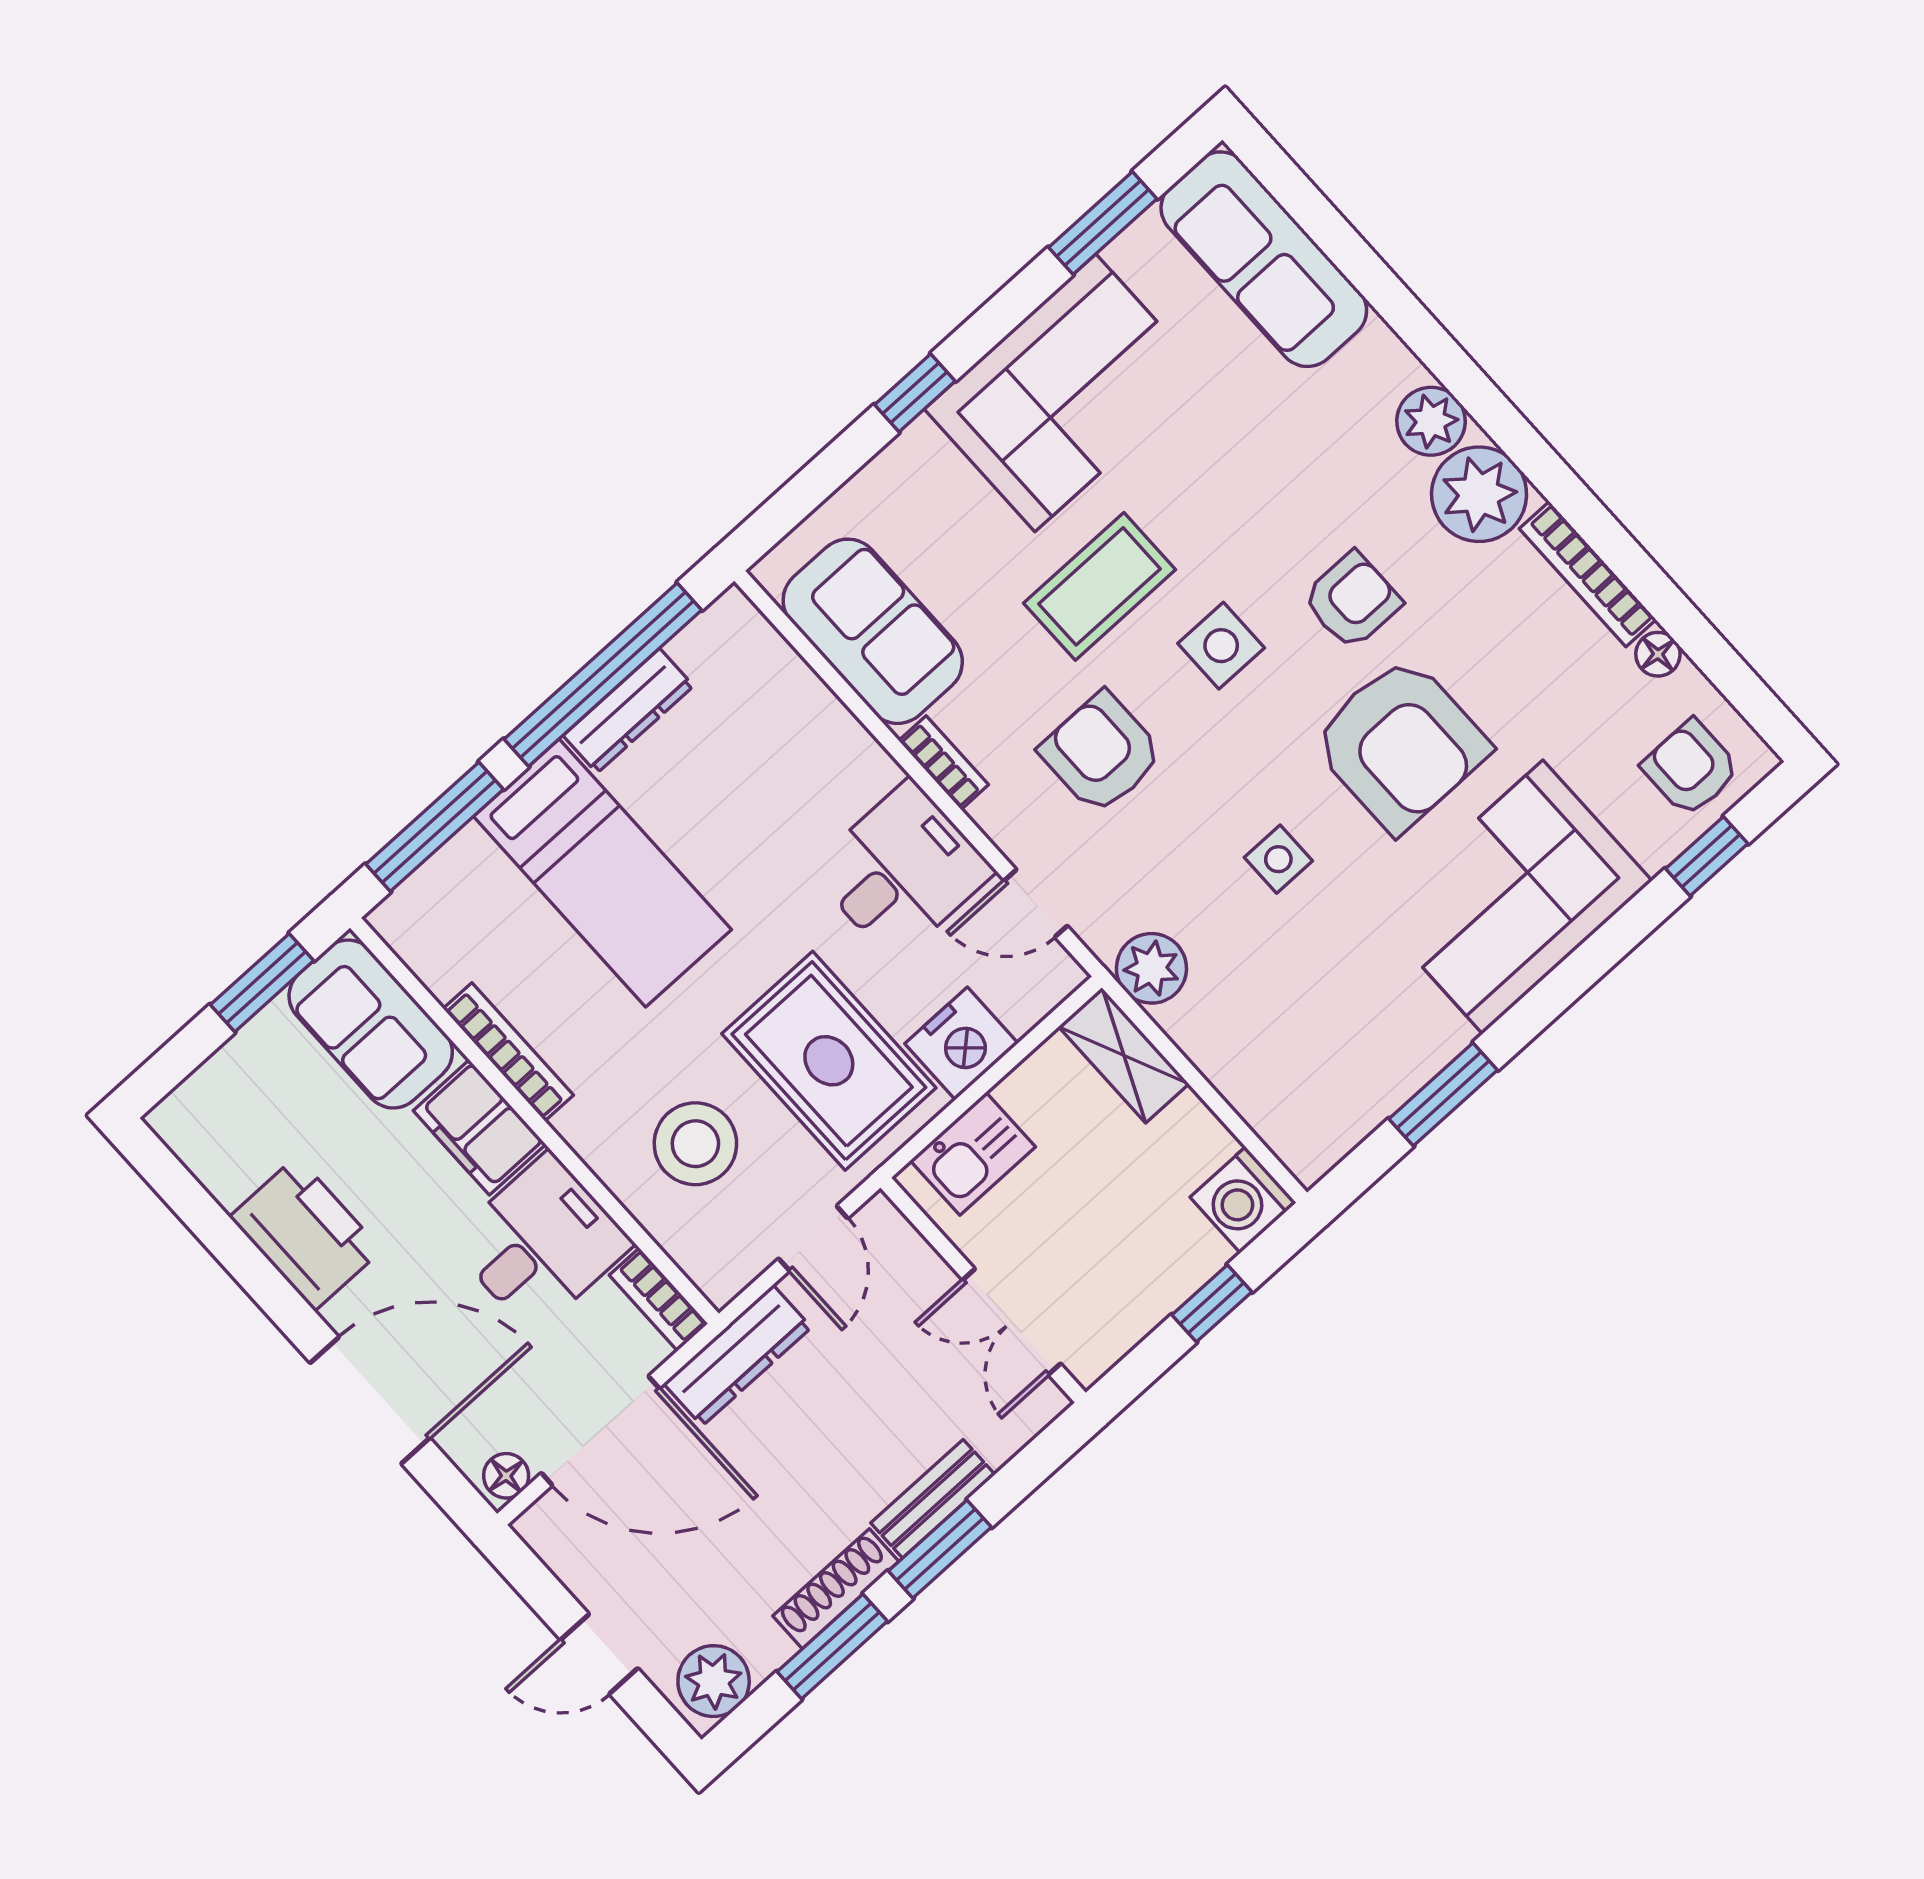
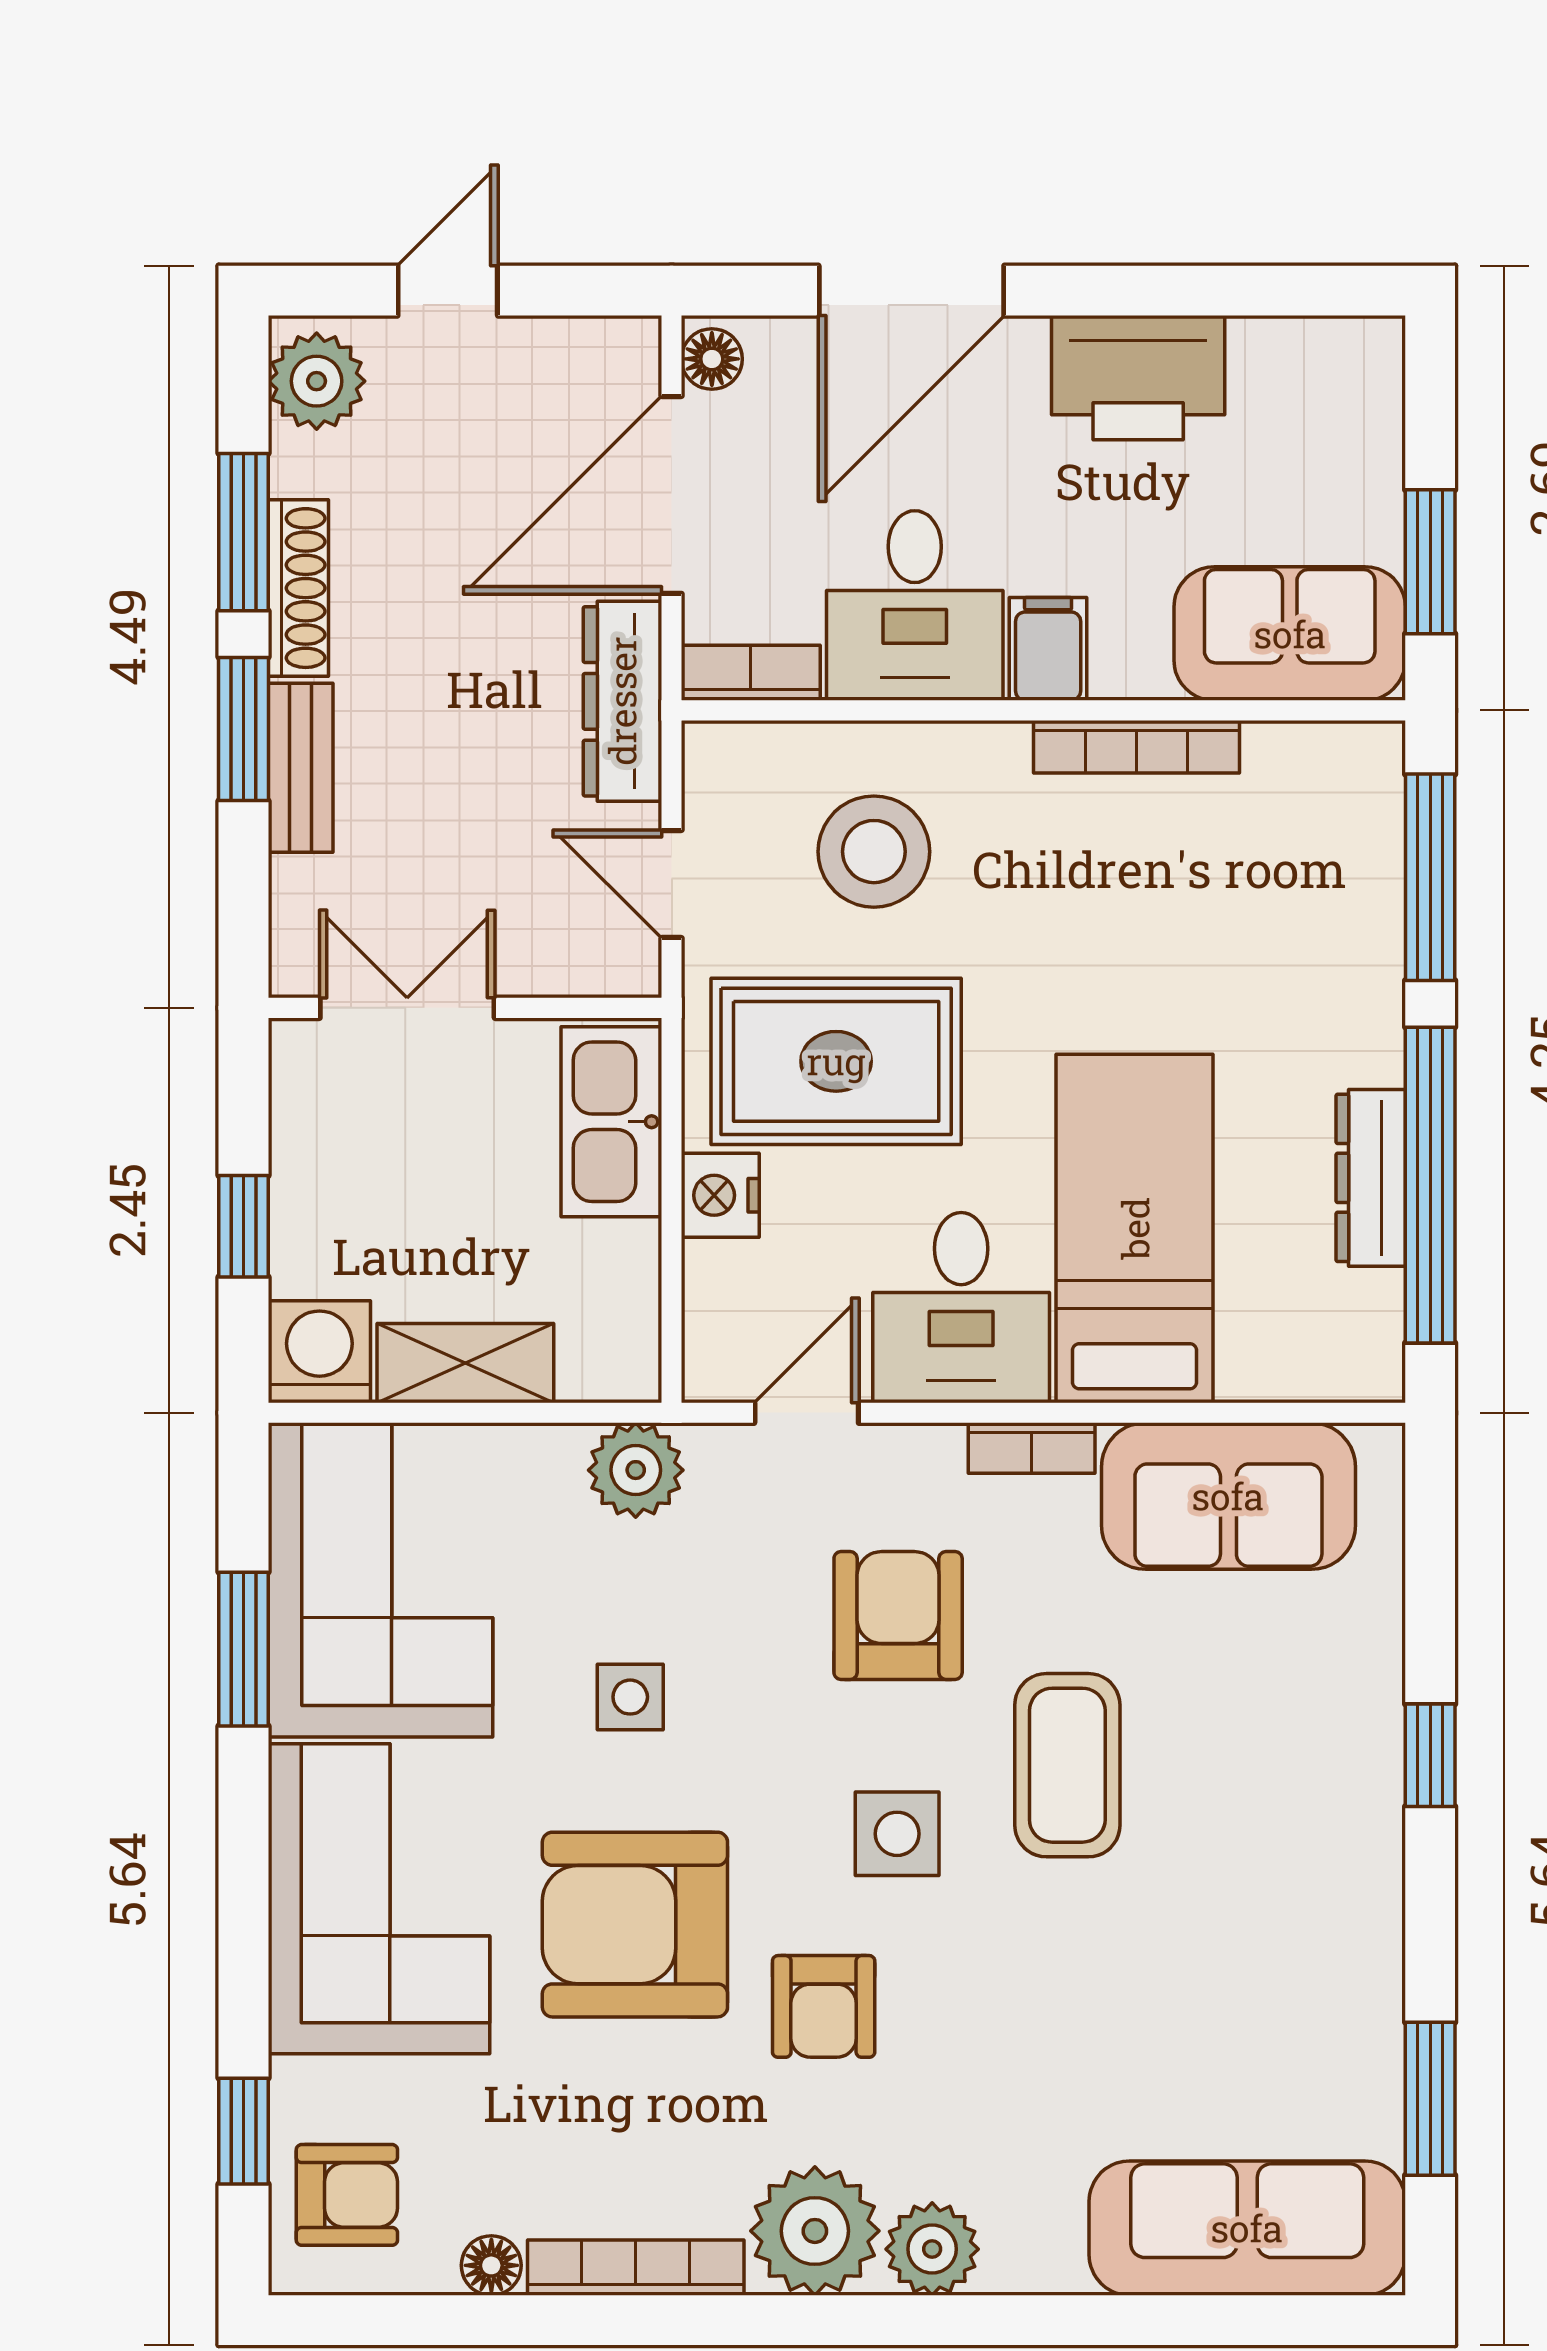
corner sofa: (1065, 393) -> (380, 1580), moved, turned 180
armchair: (1101, 753) -> (898, 1616), turned -90
bed: (602, 873) -> (1135, 1228), moved, turned 90
nightstand: (961, 1043) -> (720, 1195), width x0.74, depth x0.75
shelving: (1124, 1055) -> (465, 1363), moved
filing cabinet: (479, 1127) -> (1048, 649), width x0.50
kitchen sink: (973, 1154) -> (611, 1122), width x1.38

